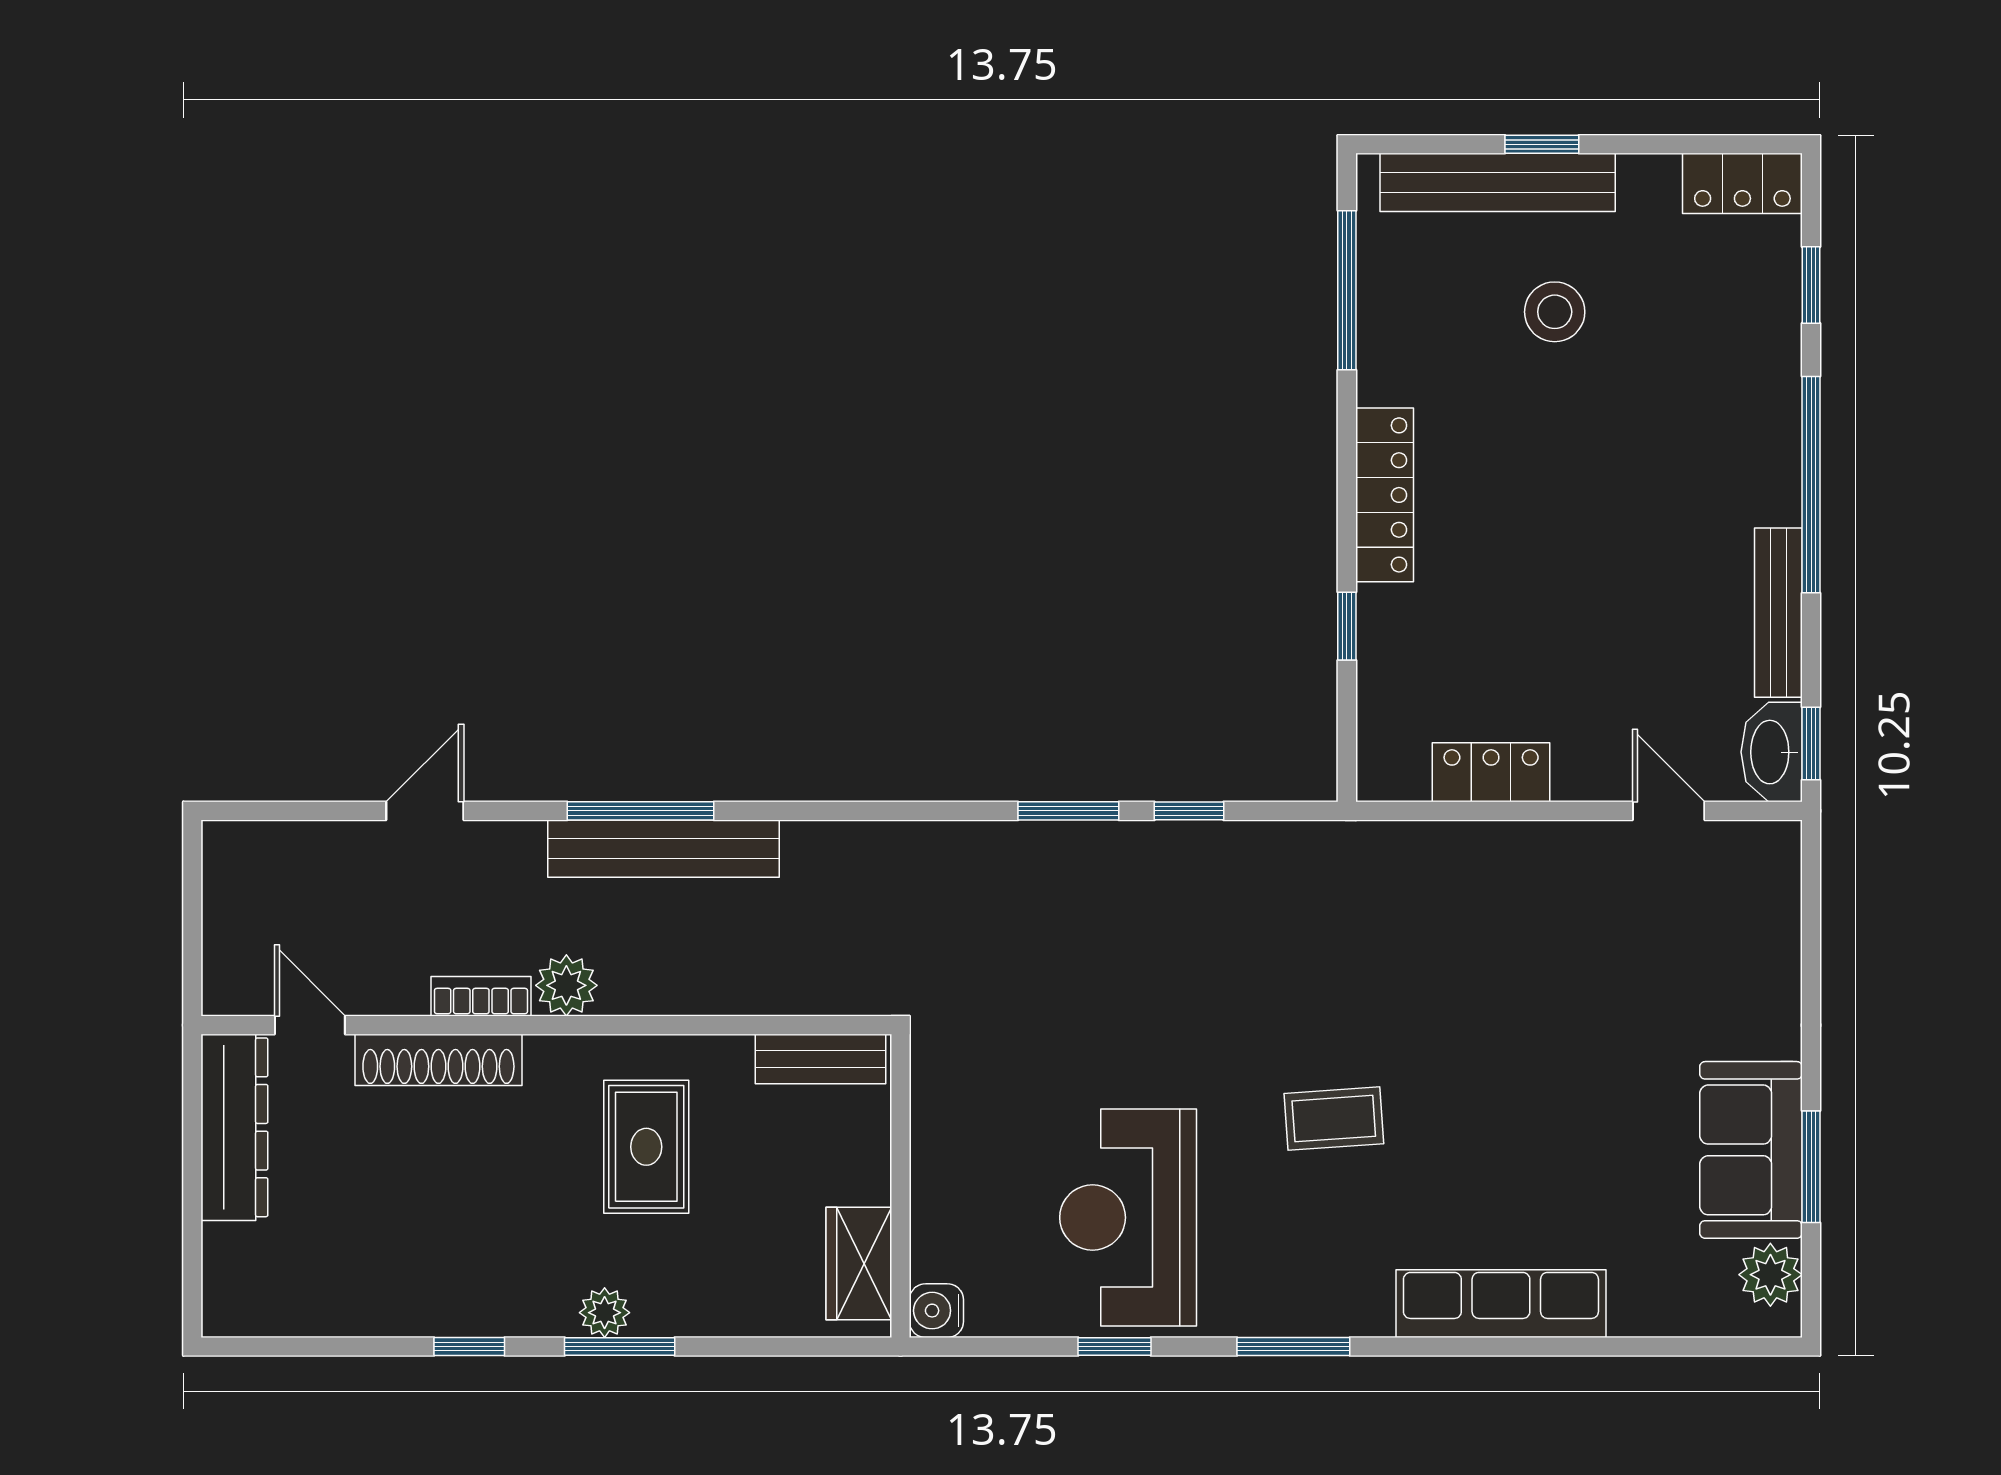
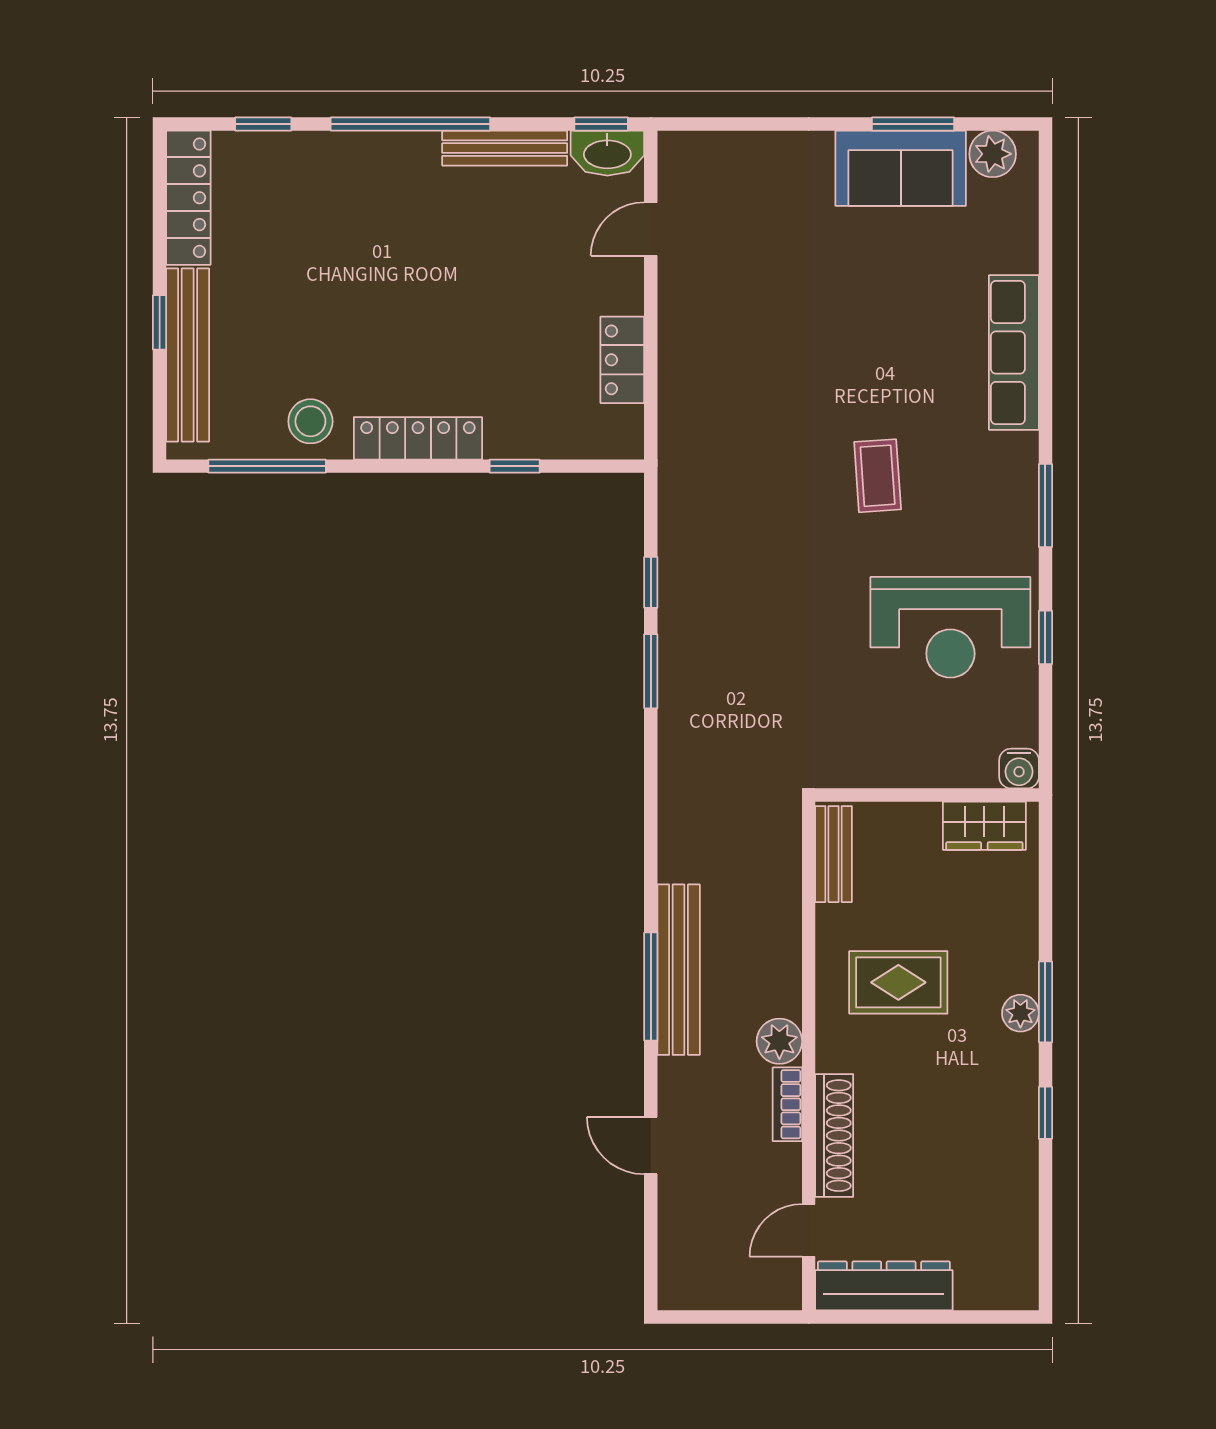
locker: (1742, 183) -> (188, 198), width x1.53
stool: (1555, 312) -> (310, 421), moved

